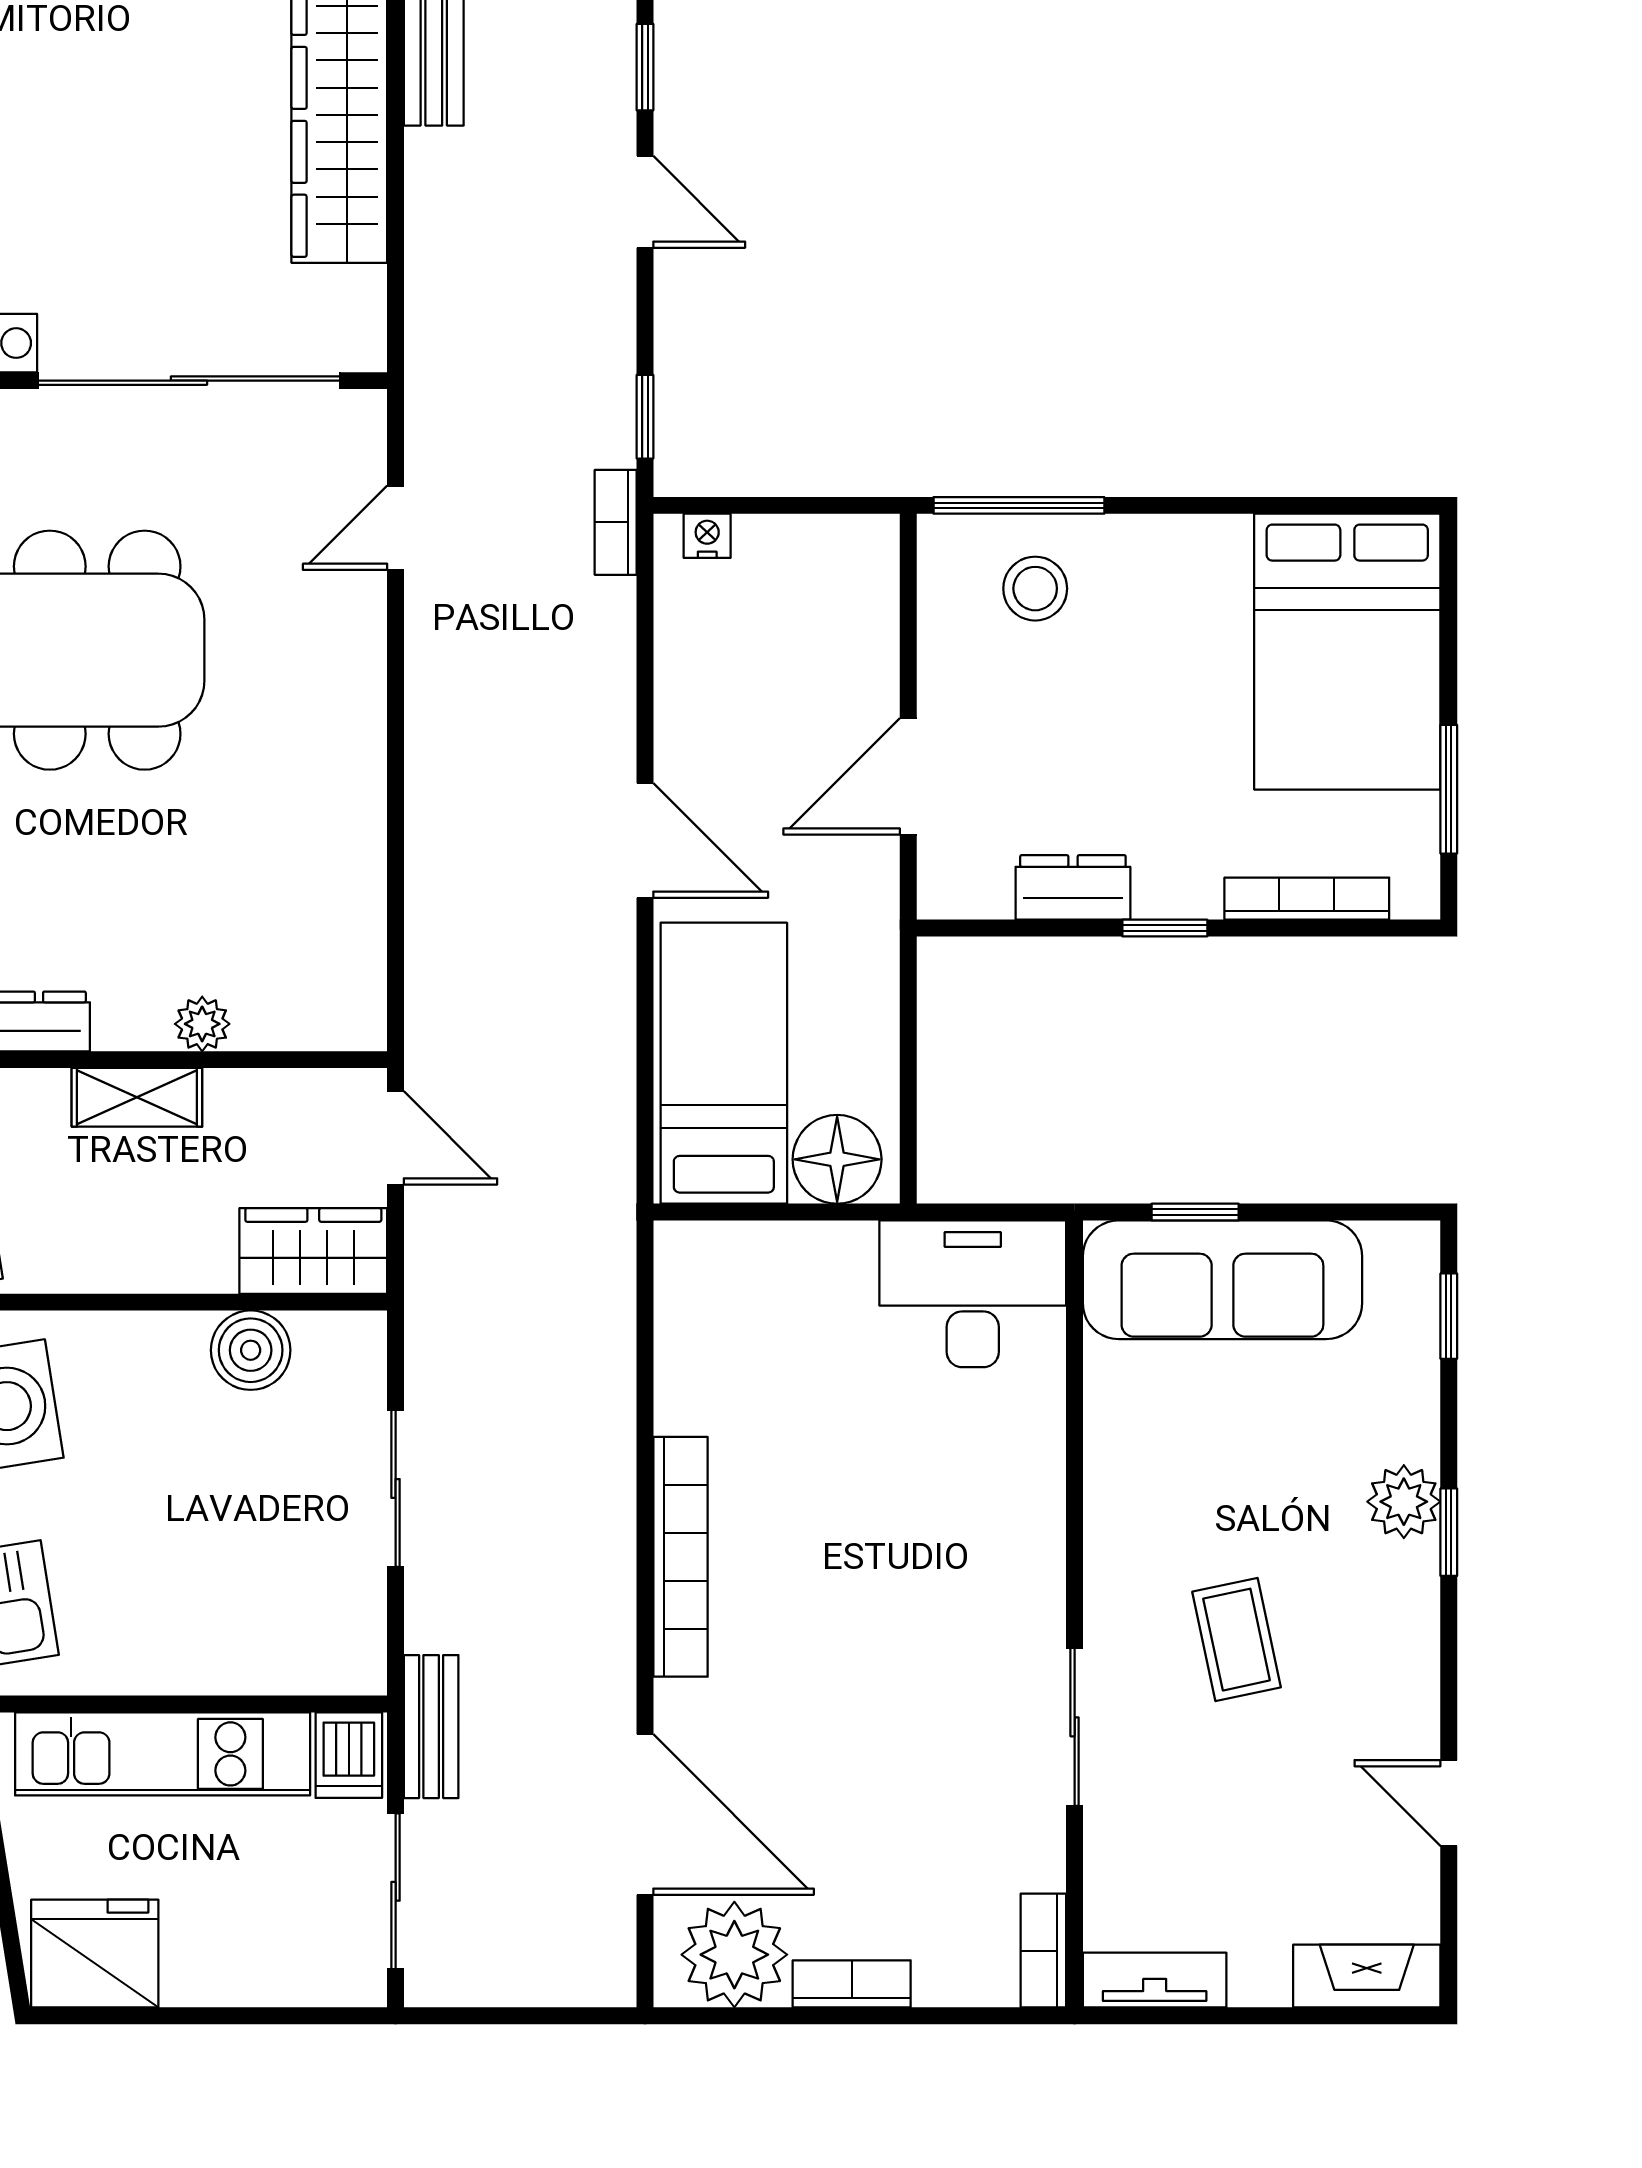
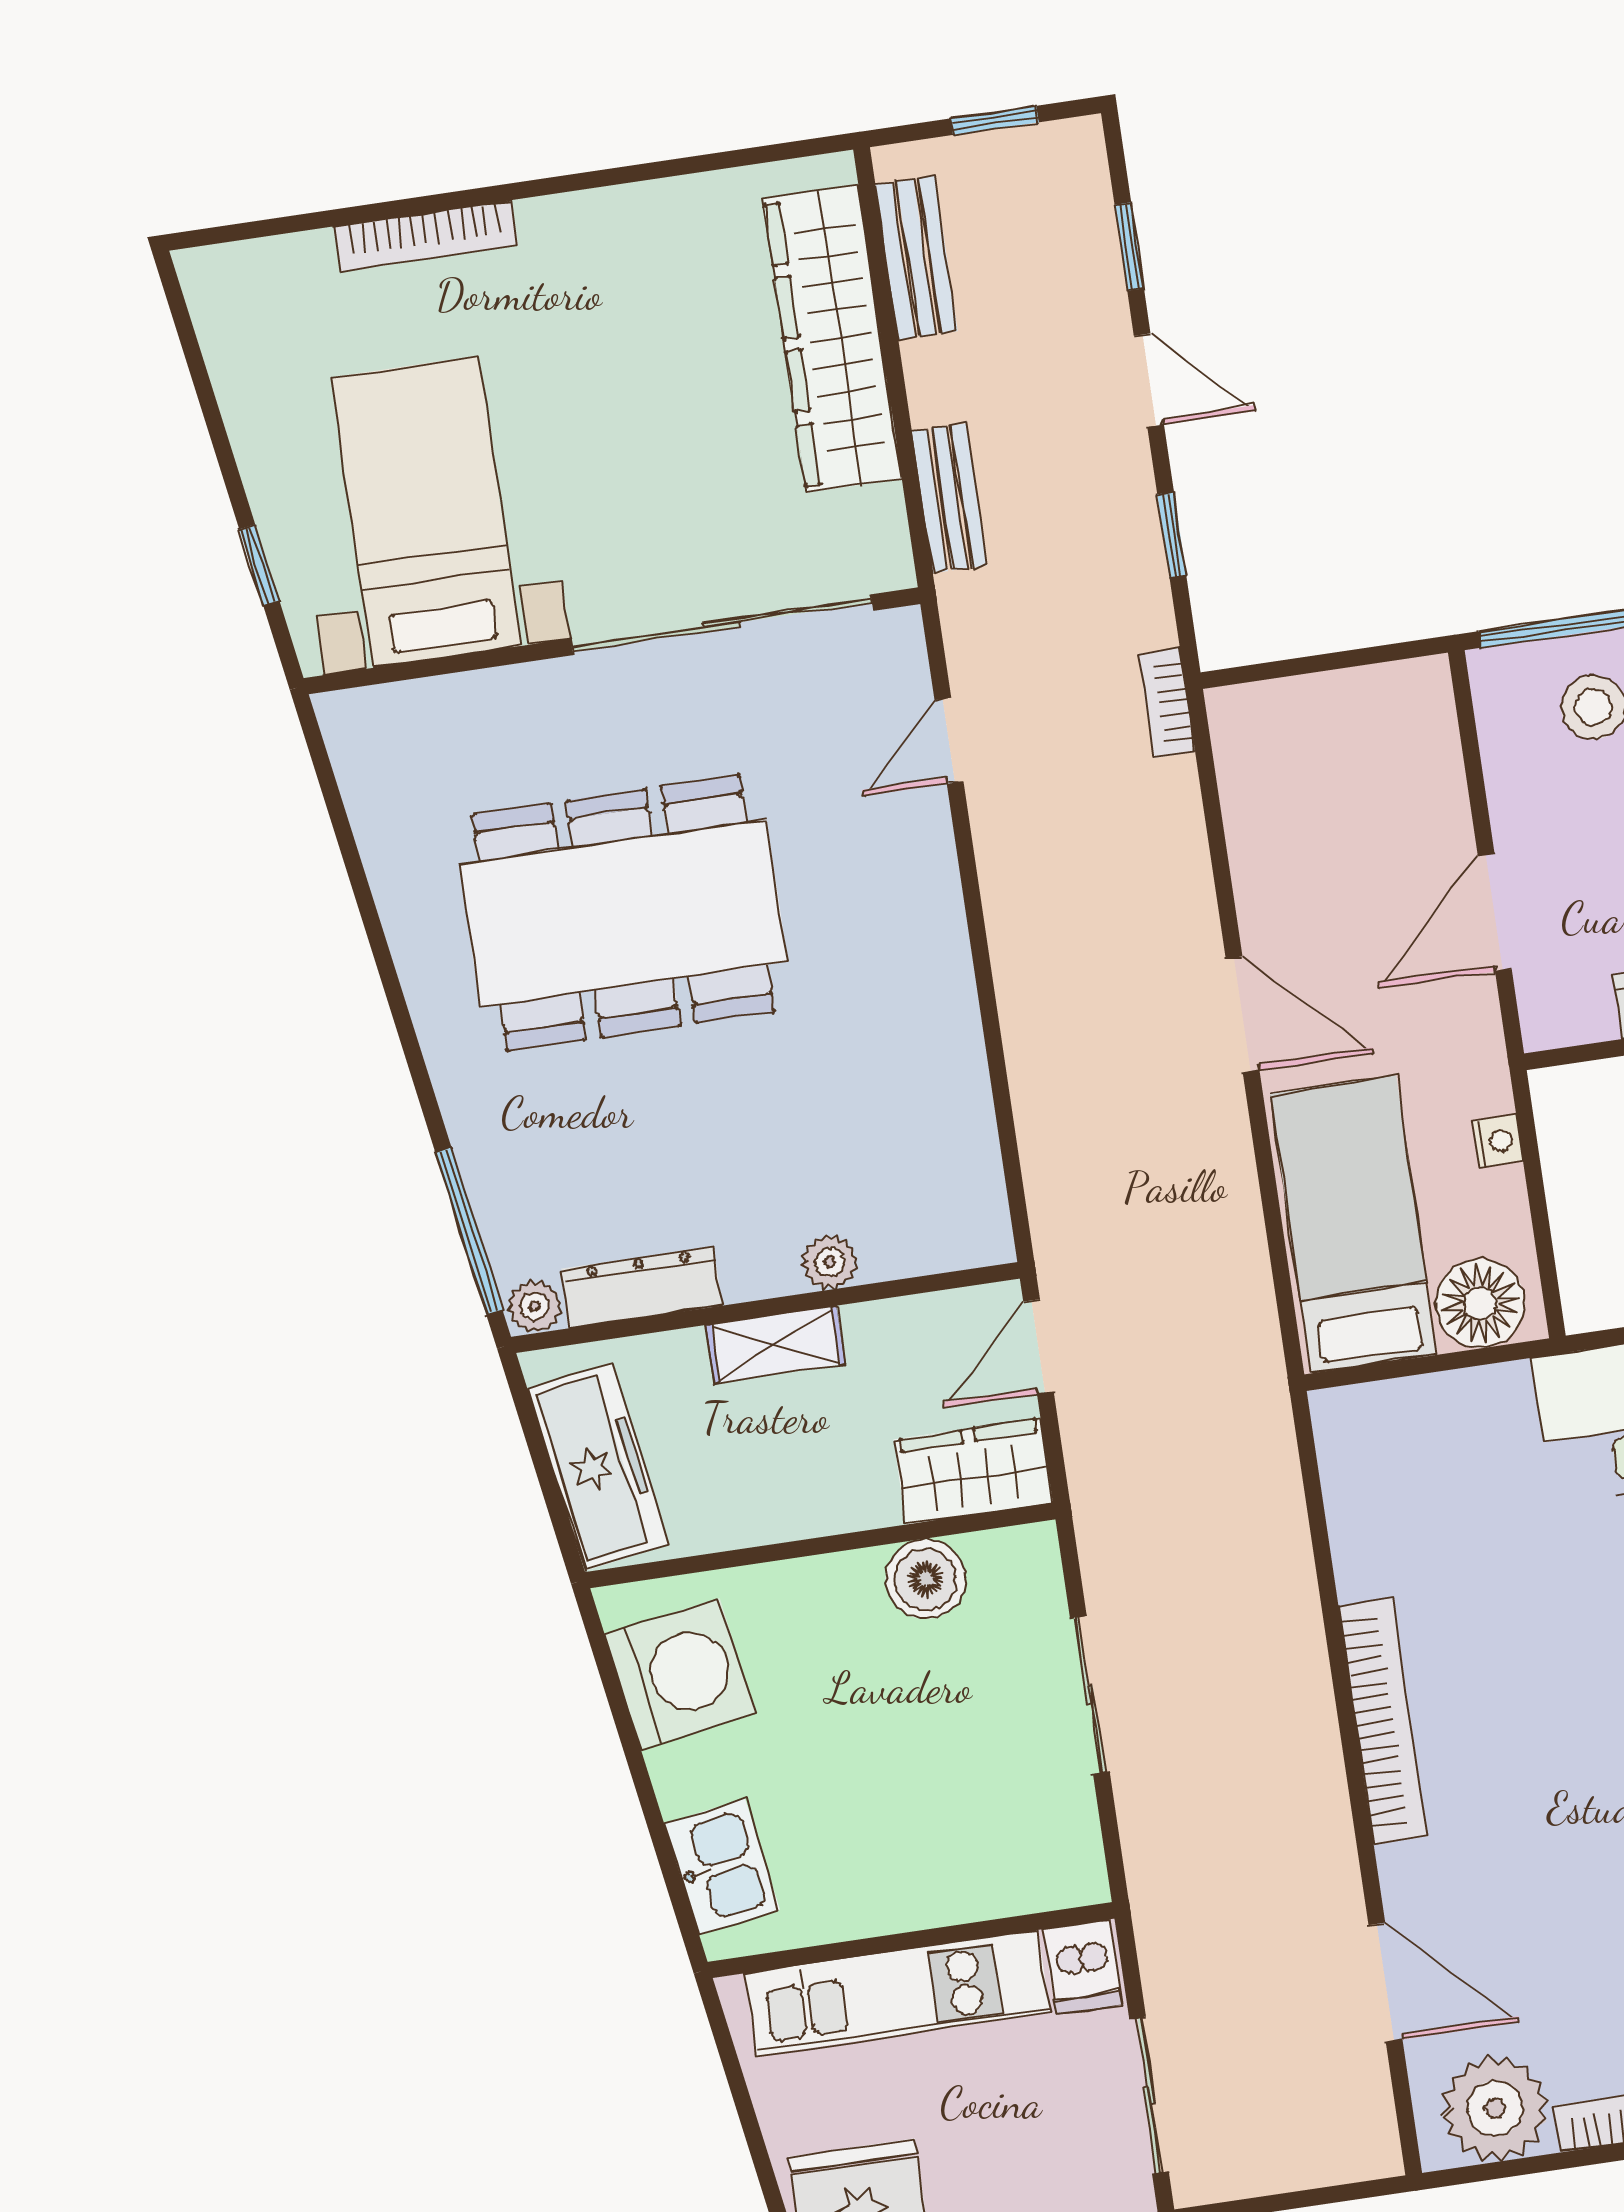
window: (645, 417) -> (1172, 535), moved
nightstand: (707, 536) -> (1498, 1141), moved, turned 90
door: (396, 1138) -> (1038, 1347), swing flipped
bench: (431, 1727) -> (949, 498), moved
door: (645, 1814) -> (1385, 1982), width x0.73

